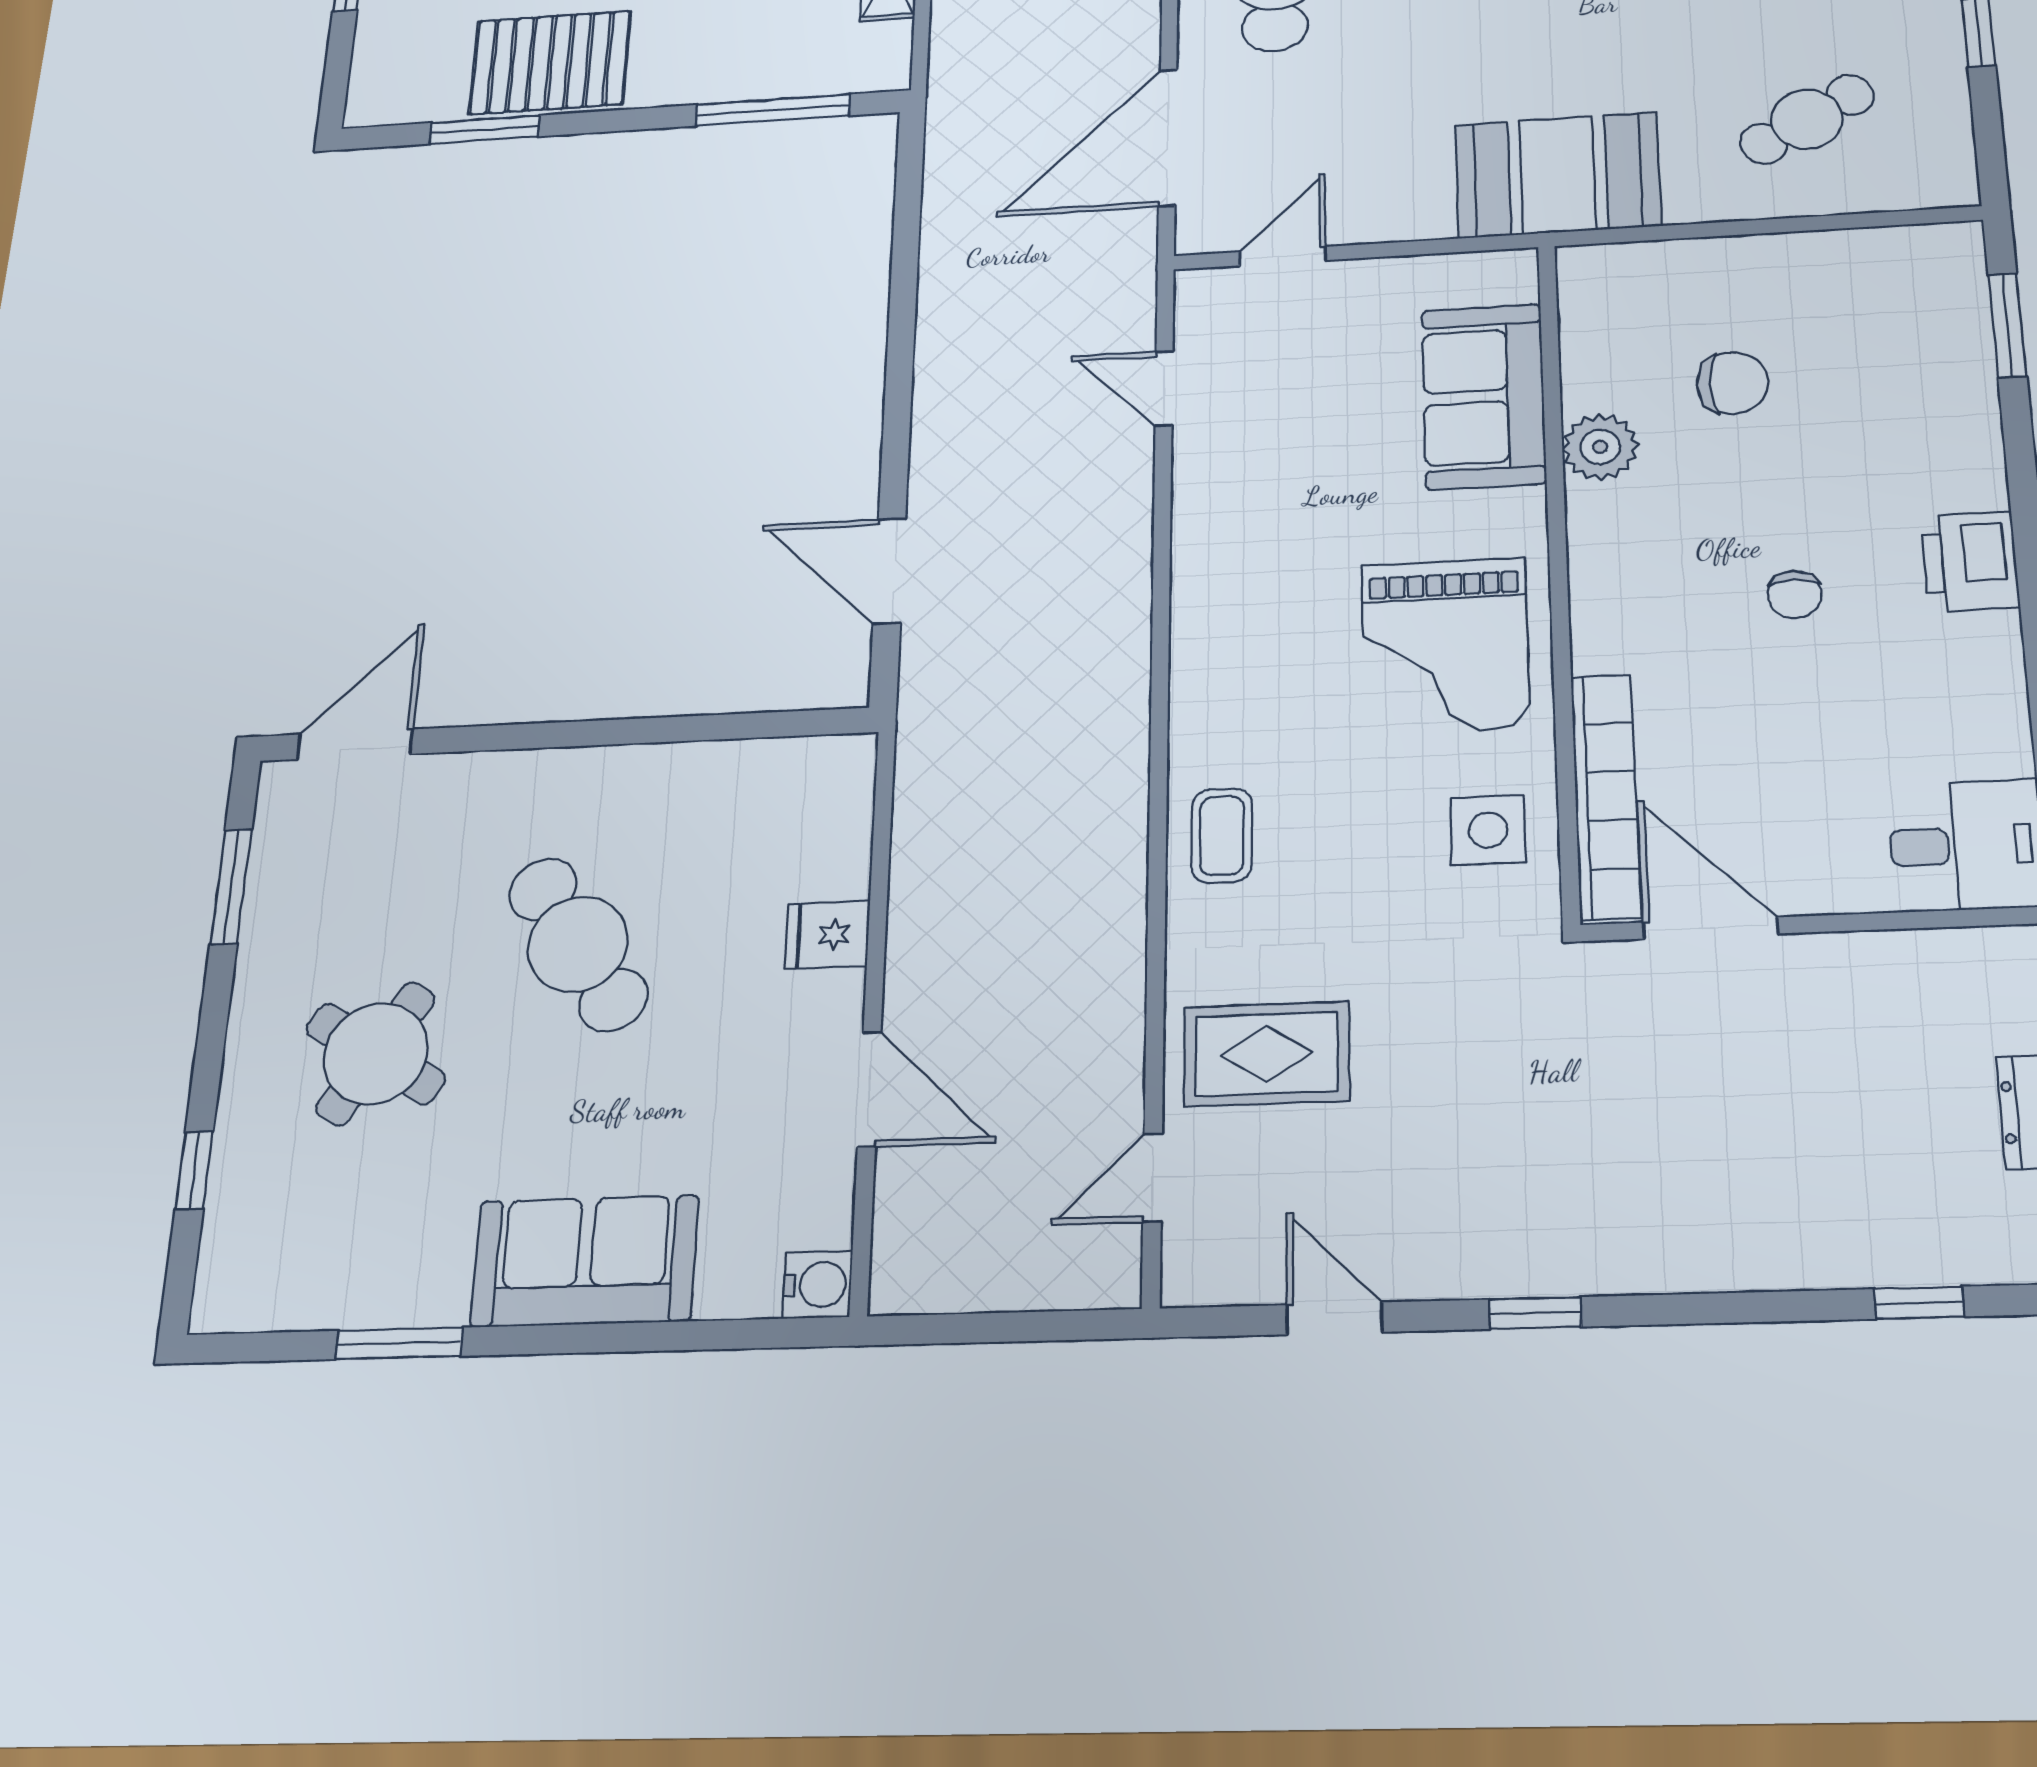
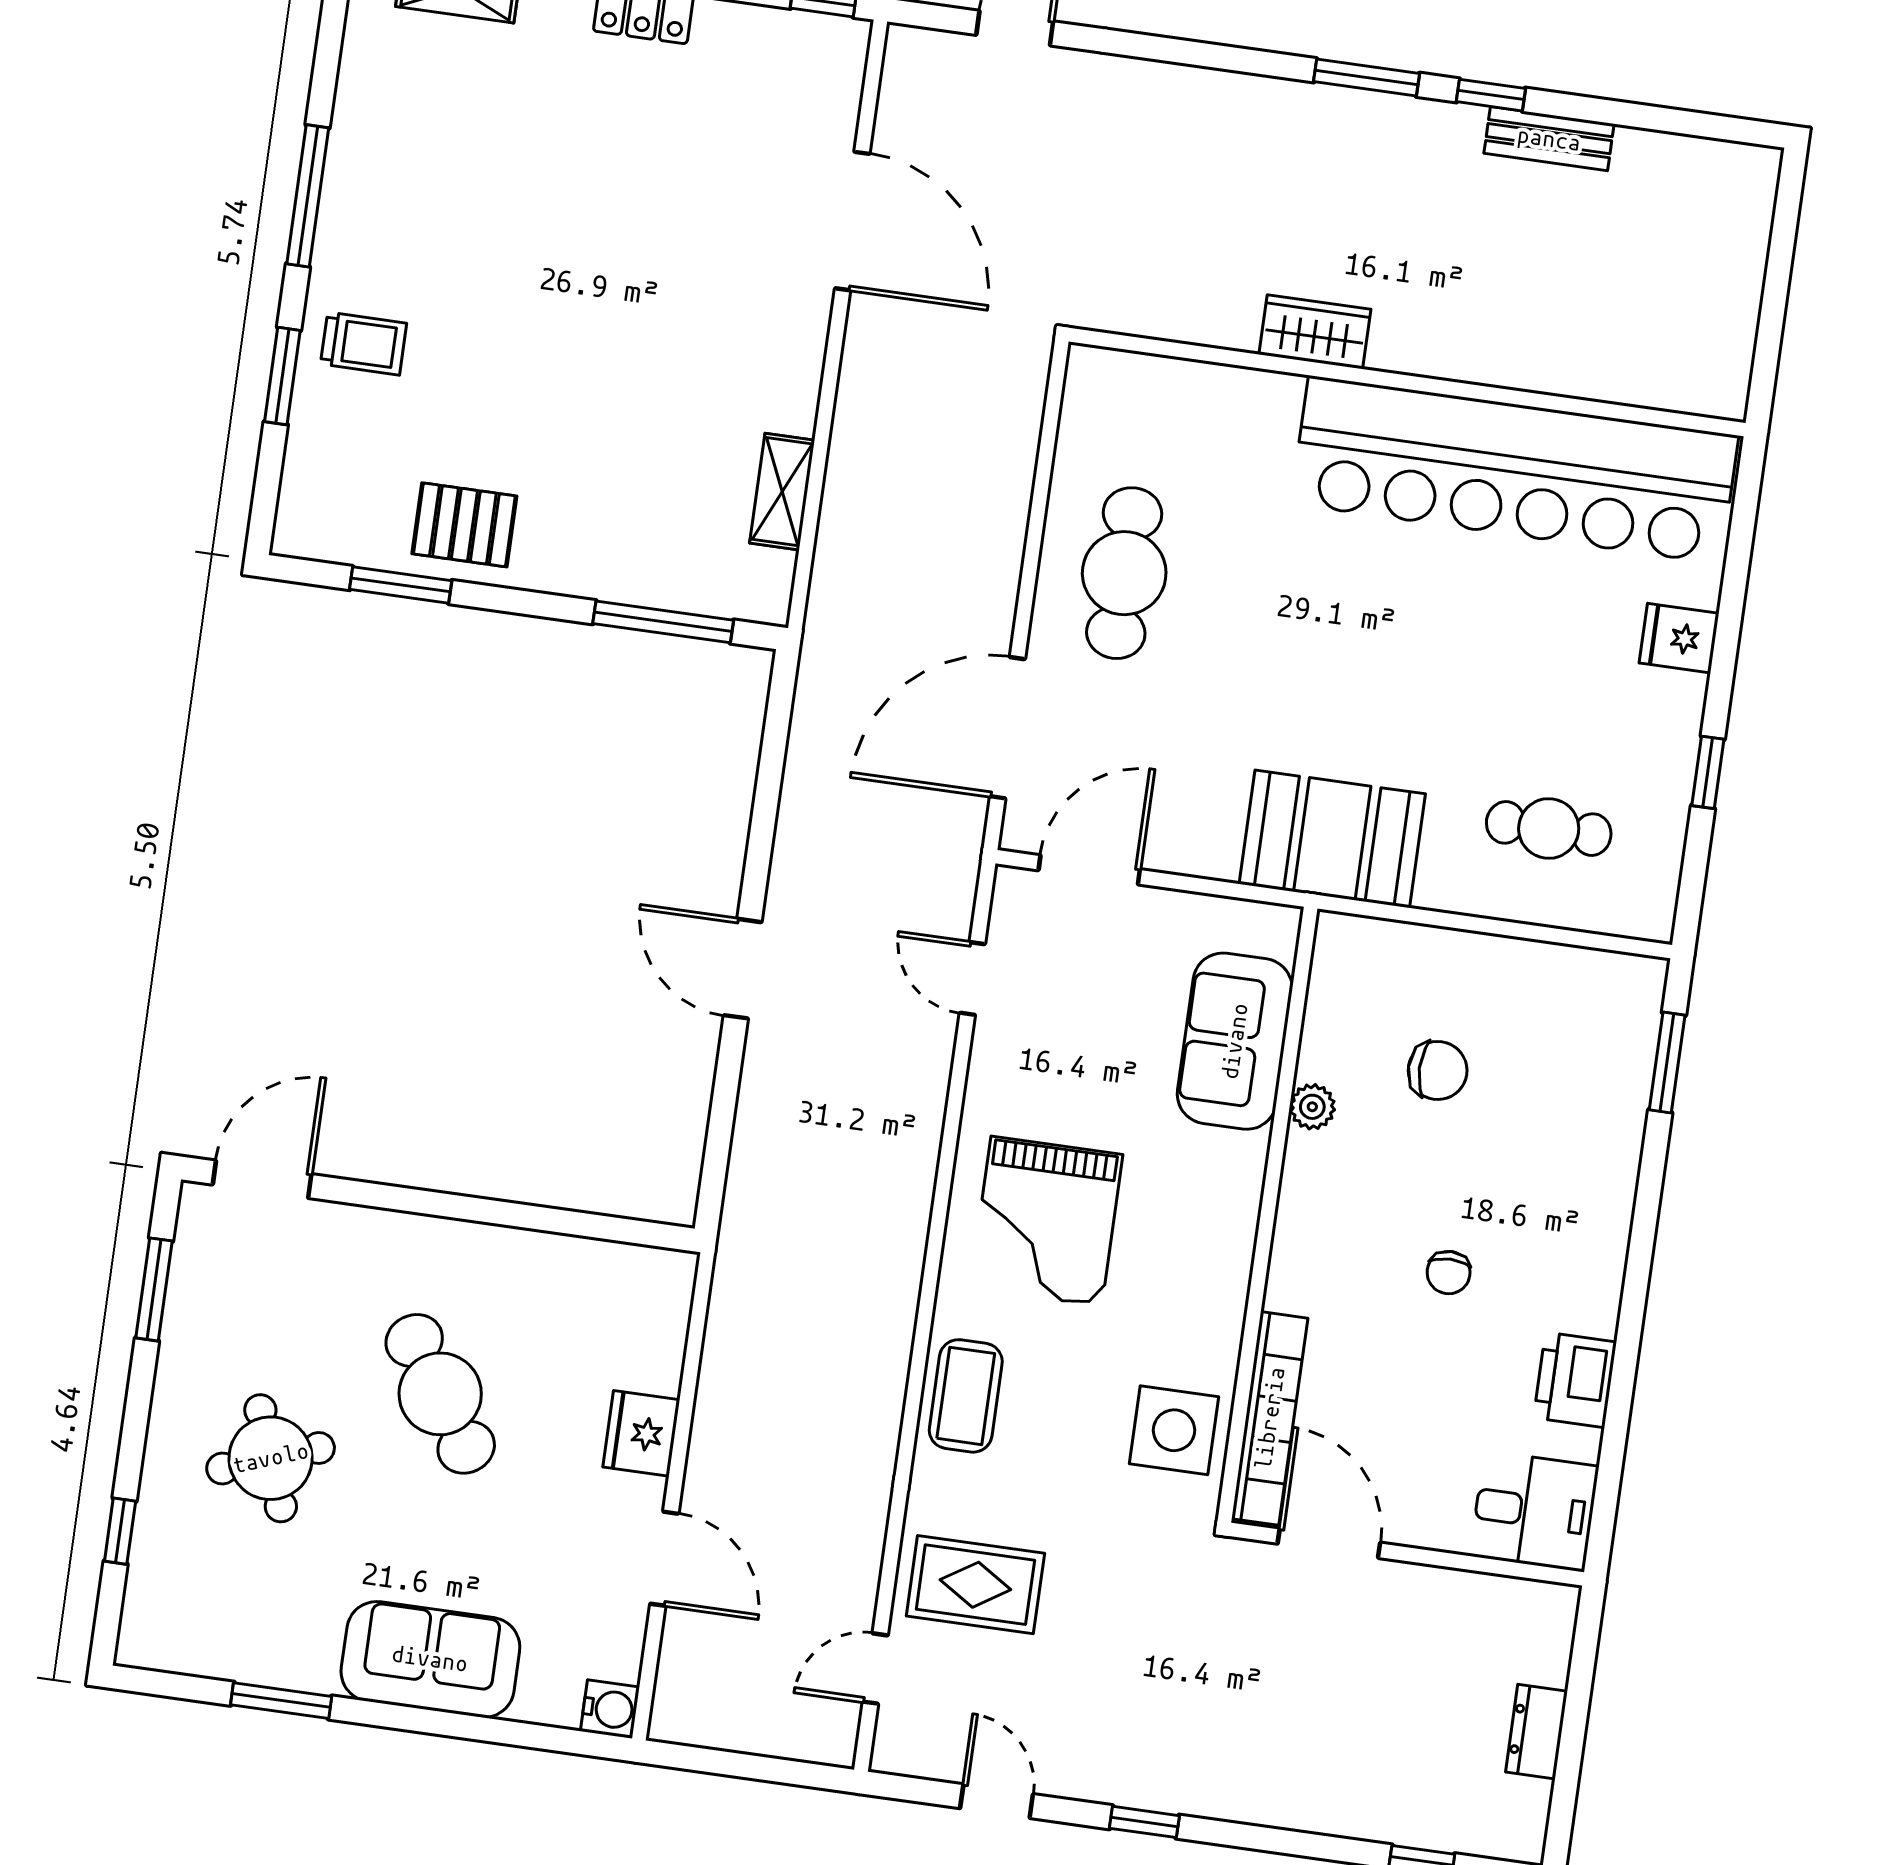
pallet: (550, 62) -> (464, 525), width x0.67, depth x0.71
cafe table: (1807, 119) -> (1549, 828), turned 30
door: (1283, 256) -> (1089, 870), width x1.38
plant: (1600, 447) -> (1312, 1107), width x0.73, depth x0.73
printer: (1970, 561) -> (1575, 1380), moved
door: (889, 571) -> (743, 969), moved
grand piano: (1445, 646) -> (1046, 1221), moved
side table: (1488, 830) -> (1174, 1430), width x1.37, depth x1.37
coffee table: (1222, 836) -> (966, 1396), width x1.36, depth x1.30
fridge: (827, 935) -> (641, 1433), width x1.38
round table: (375, 1054) -> (271, 1458), turned 38

